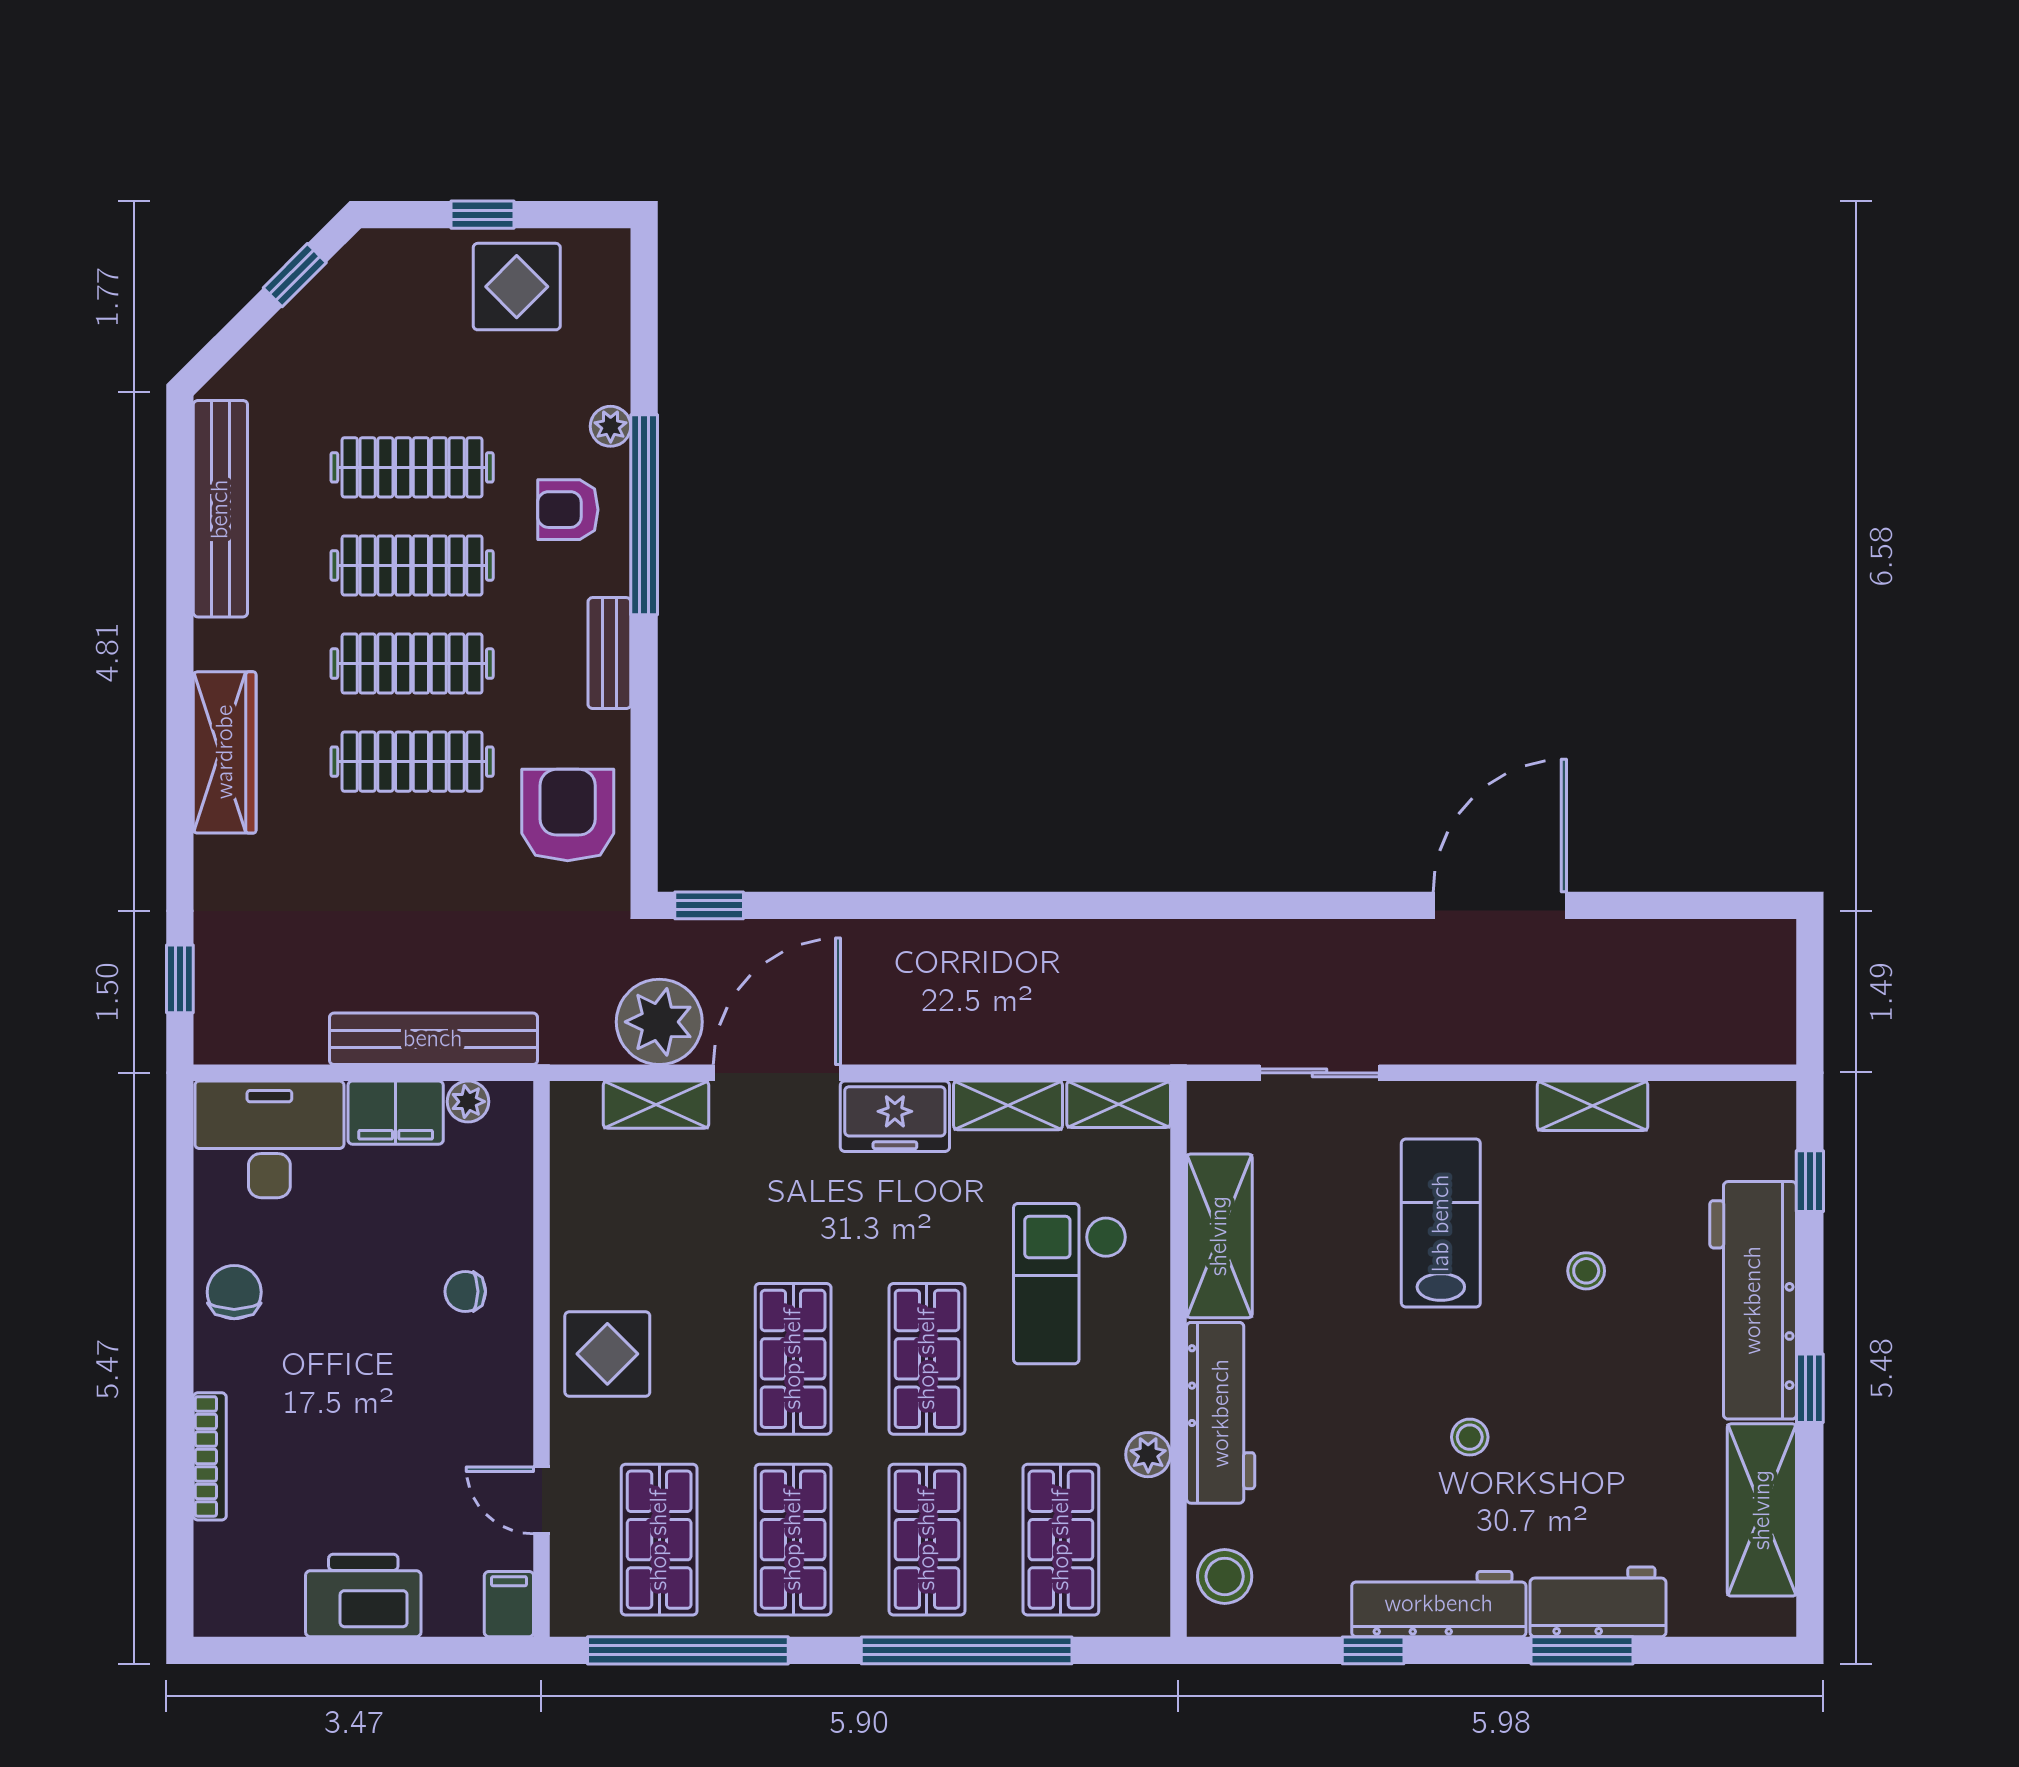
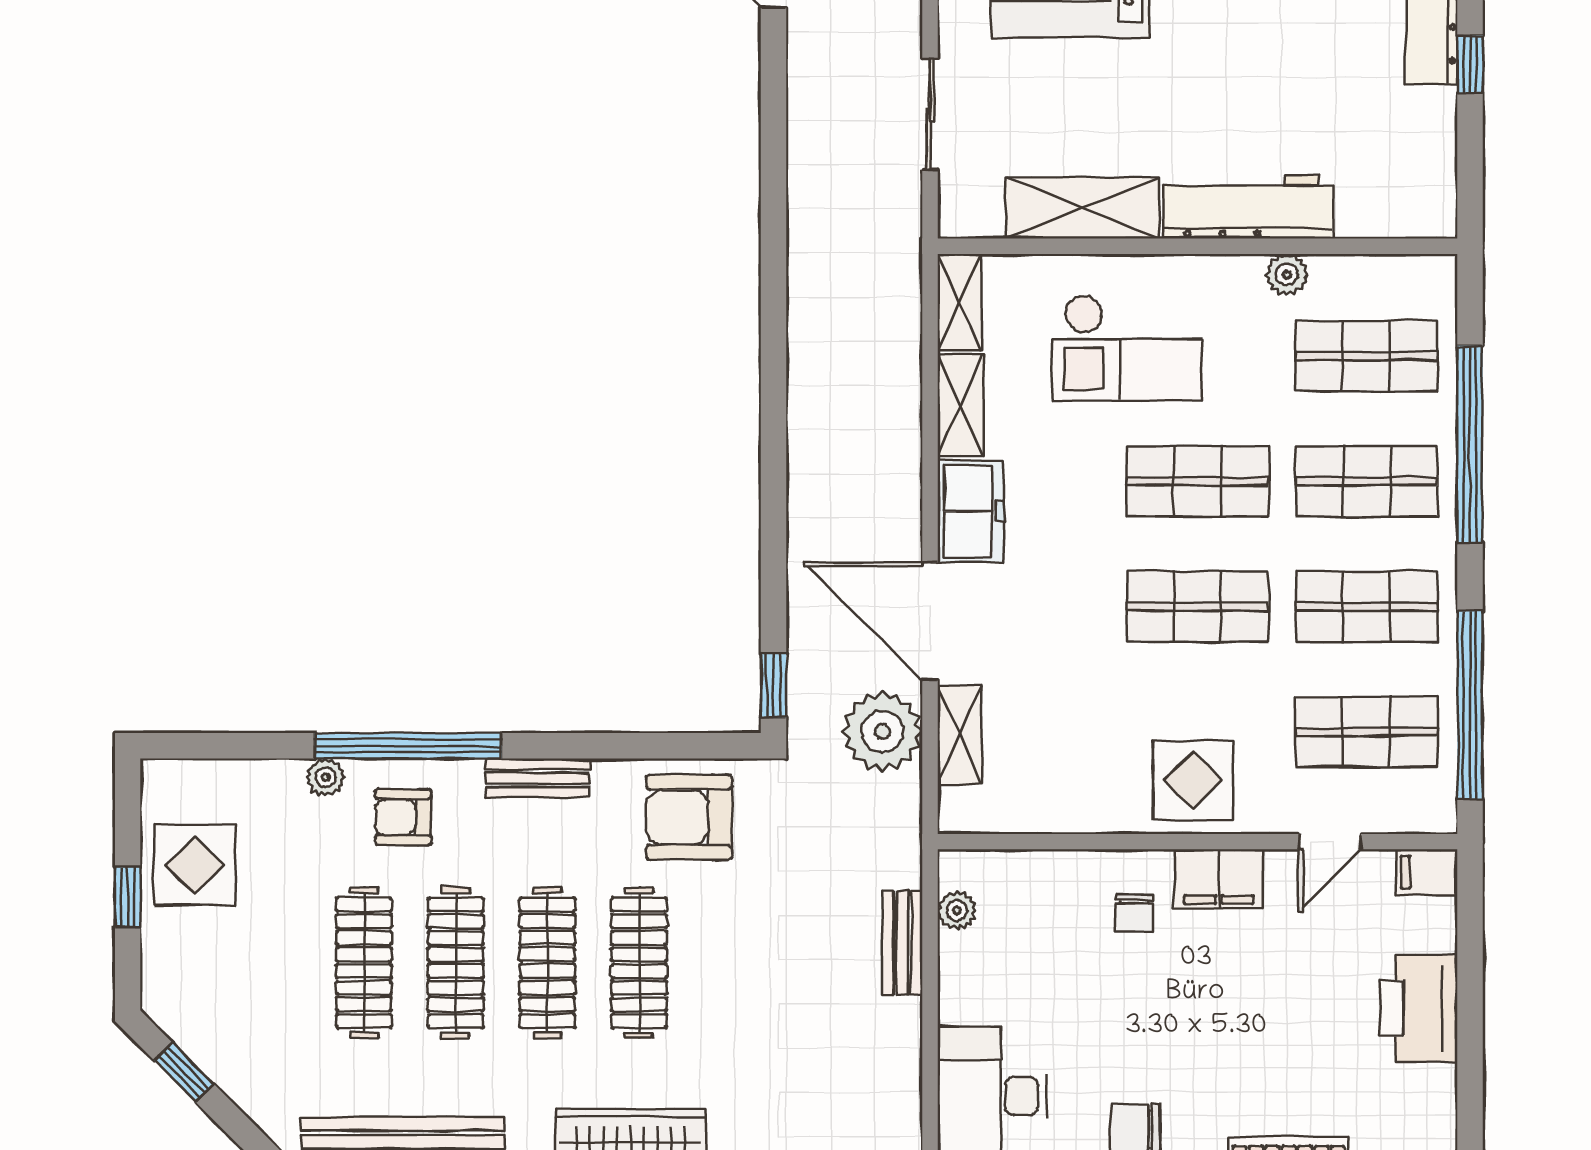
armchair: (568, 510) -> (403, 817), turned 90
bench: (433, 1039) -> (903, 943), width x0.54, depth x0.82
filing cabinet: (396, 1113) -> (1219, 879), moved, turned 90
stool: (1225, 1576) -> (1401, 203), removed

